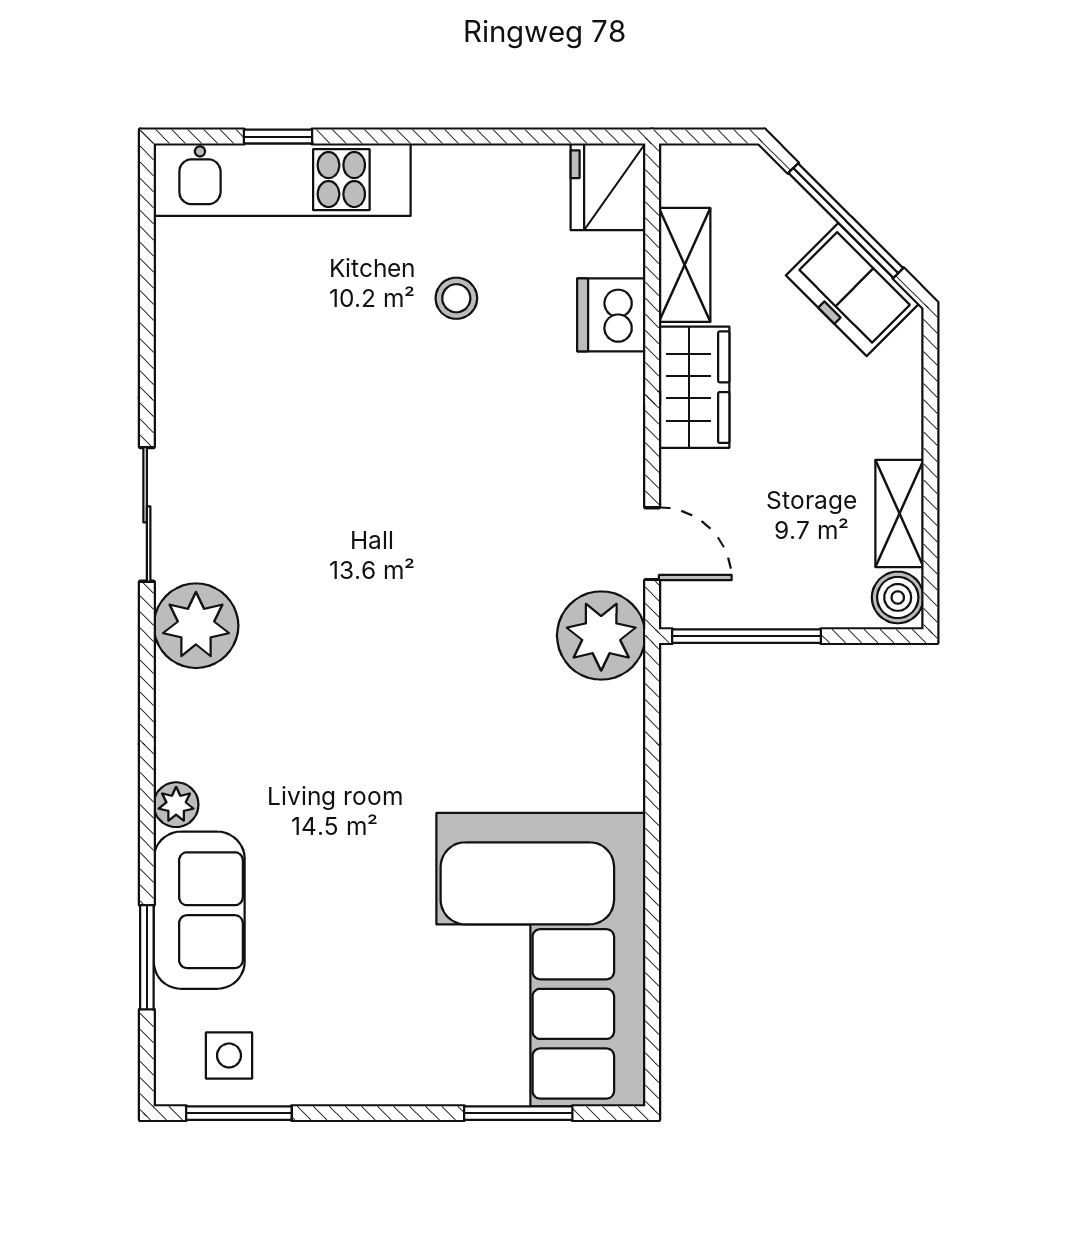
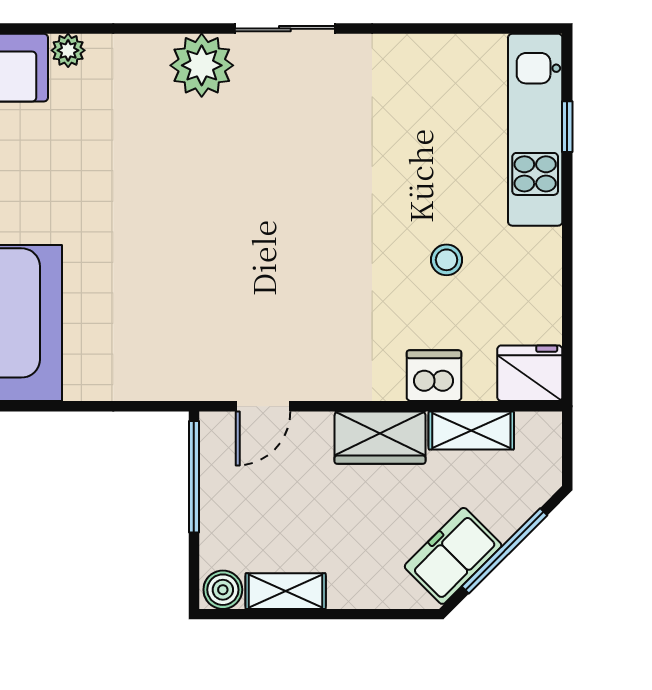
plant: (601, 636) -> (194, 368), removed

